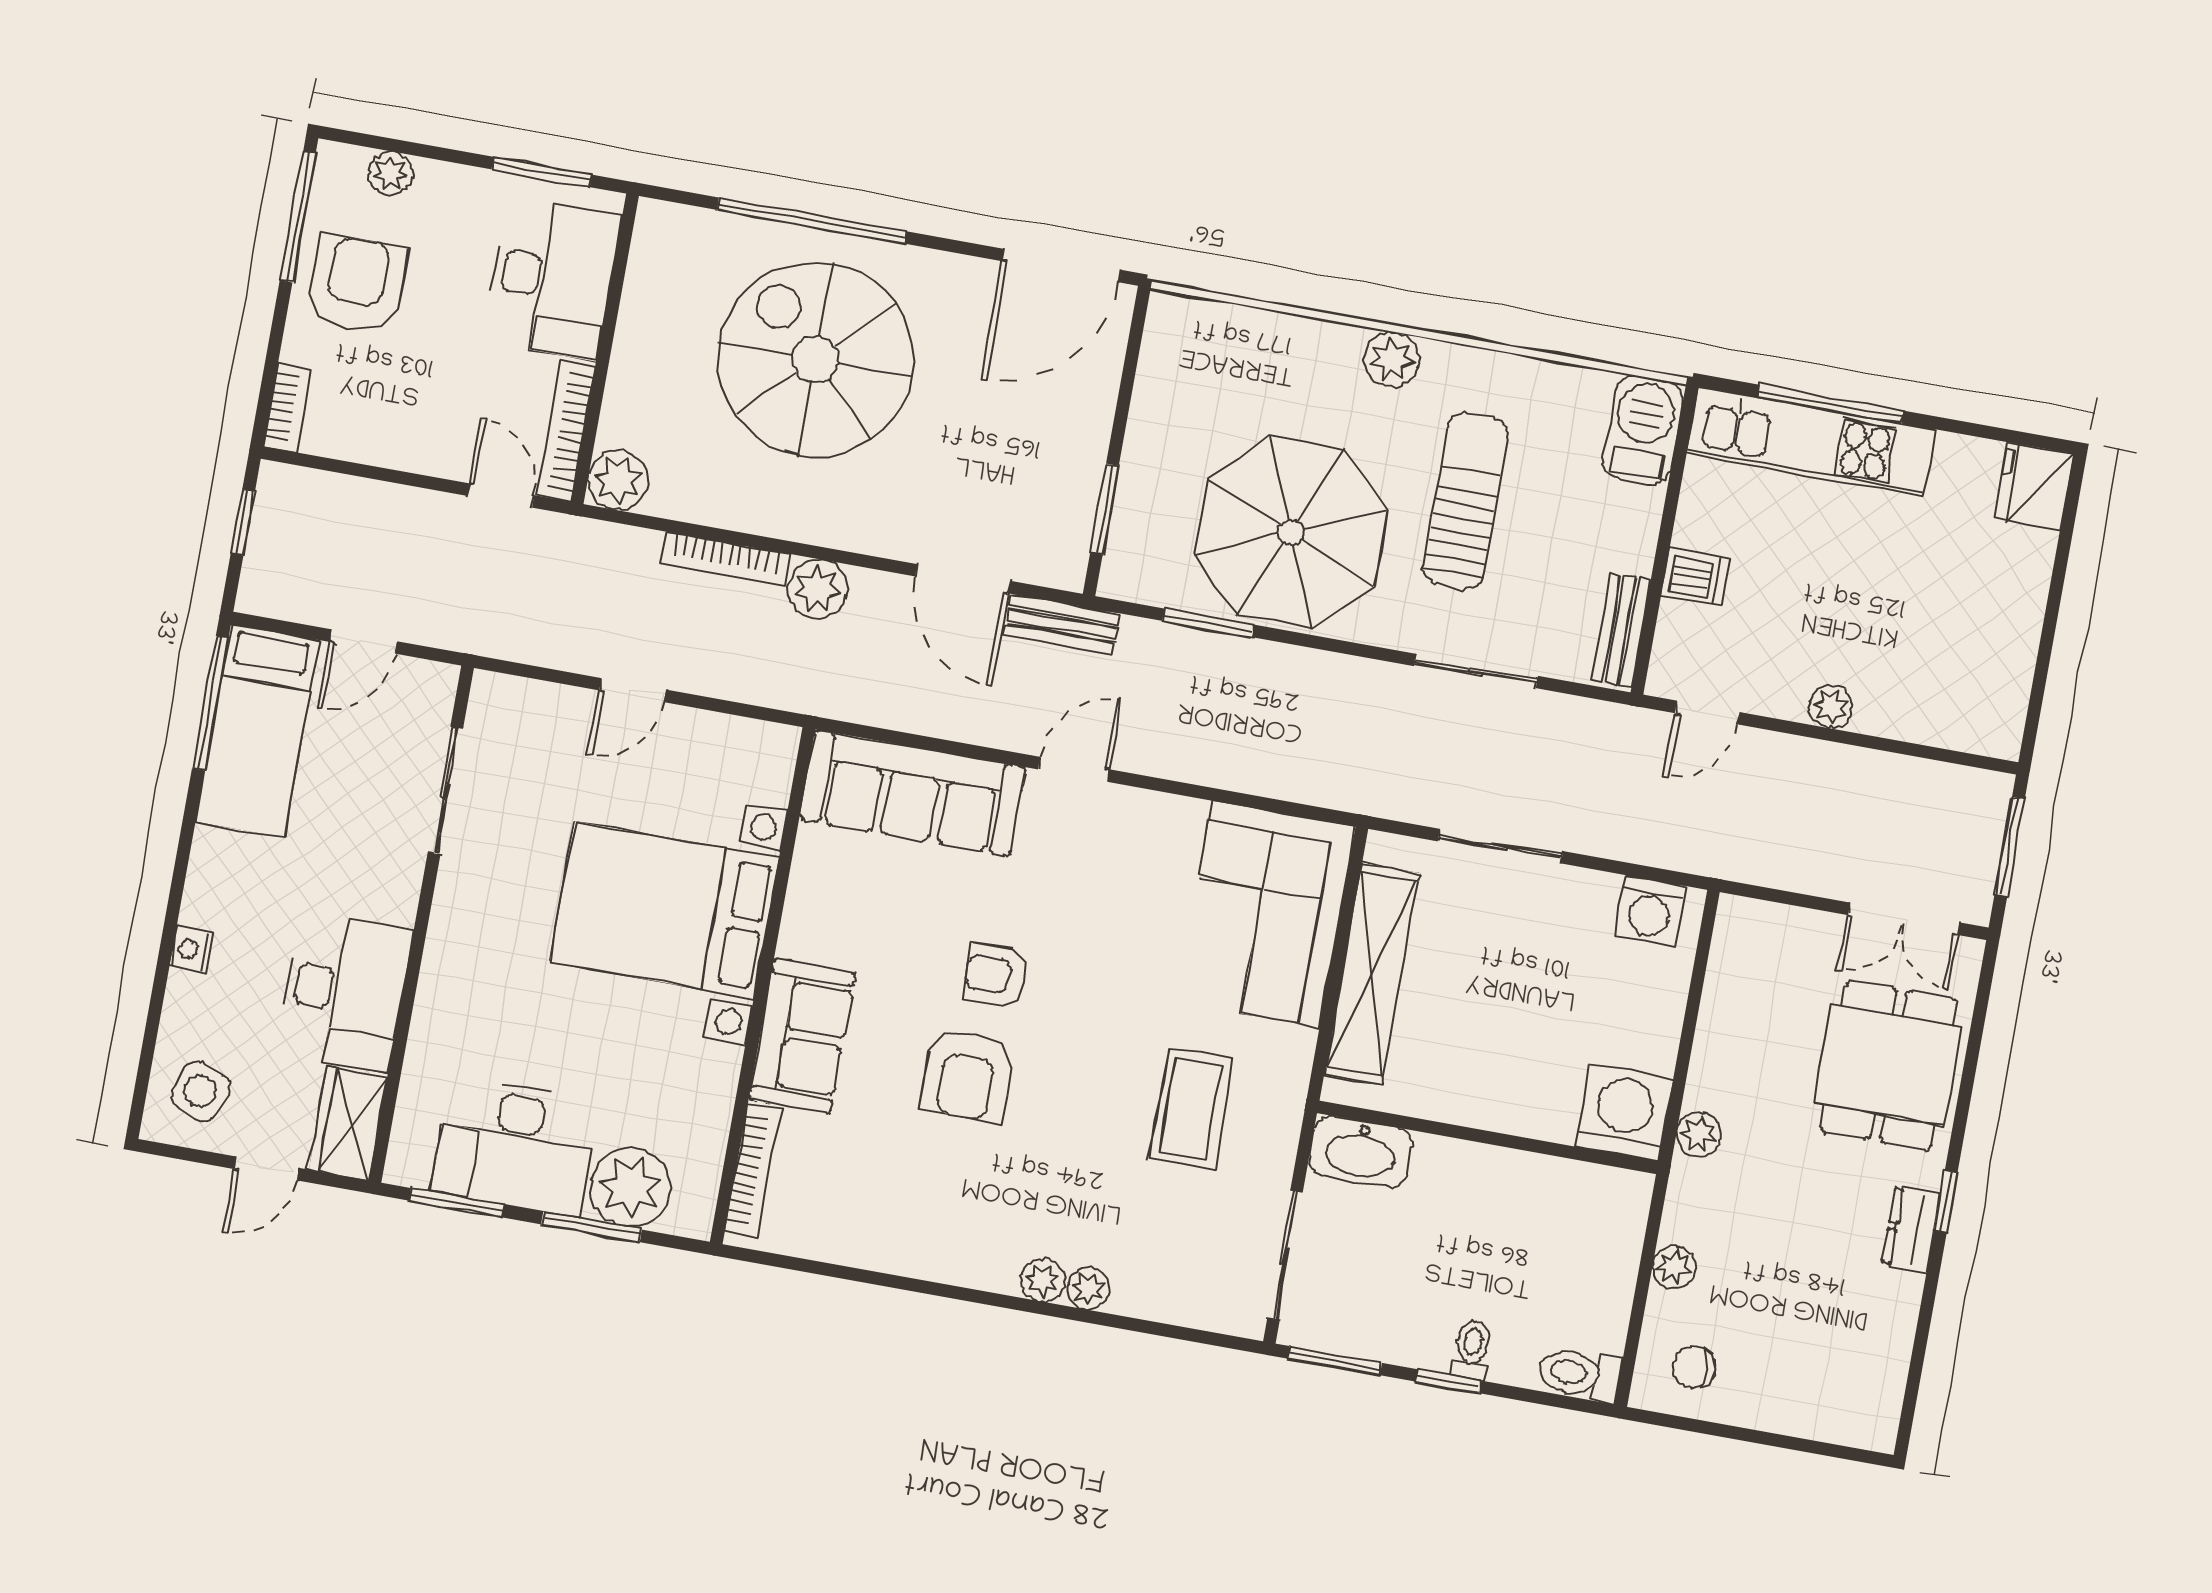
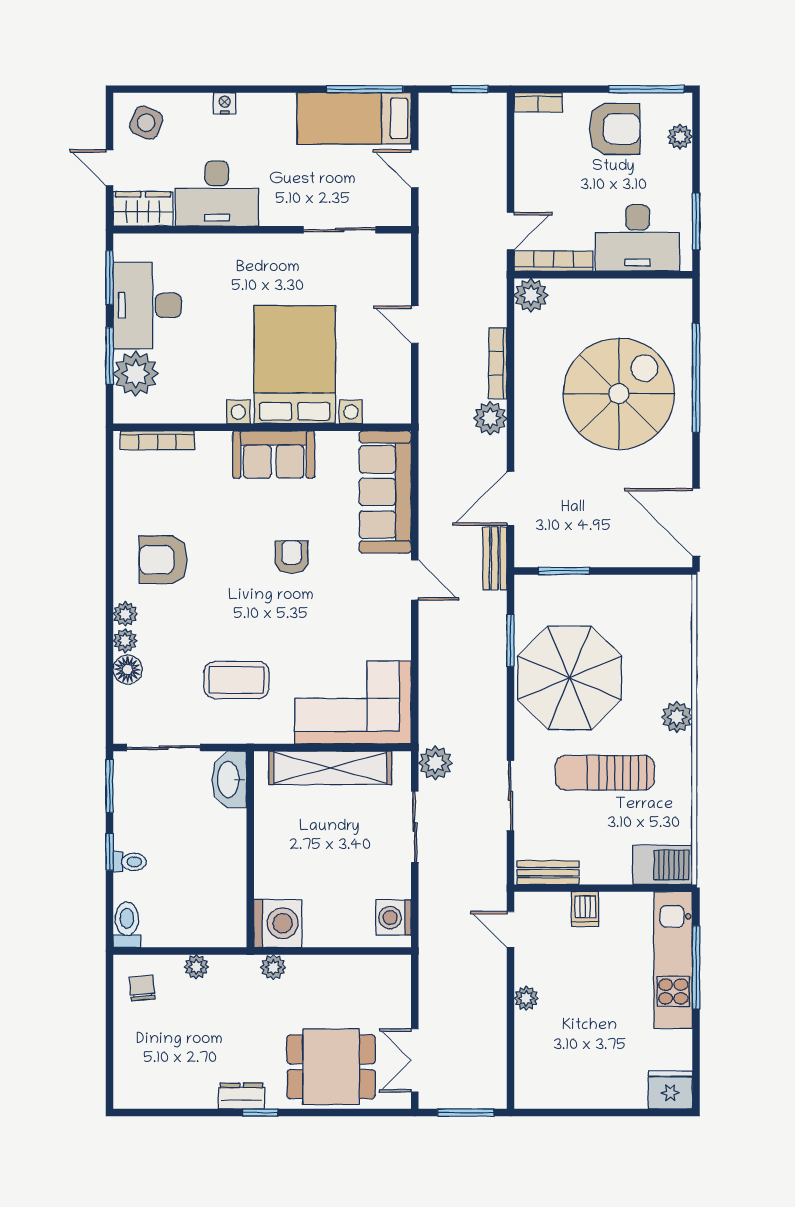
sun lounger: (1466, 501) -> (605, 773), turned 180
plant: (1396, 791) -> (435, 763), added
sofa: (802, 1036) -> (274, 455), moved
armchair: (967, 1075) -> (163, 560), moved
floor lamp: (1139, 1293) -> (128, 670), added

